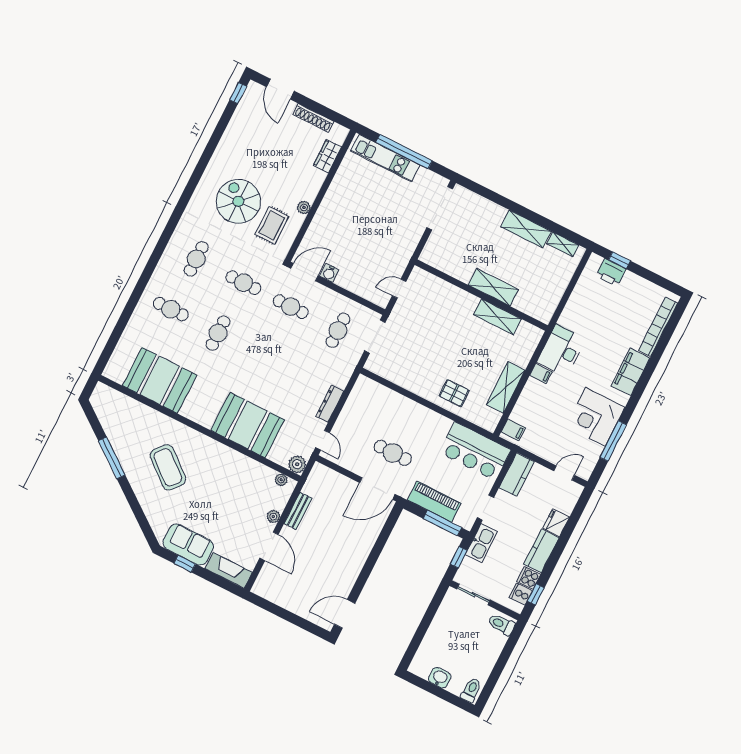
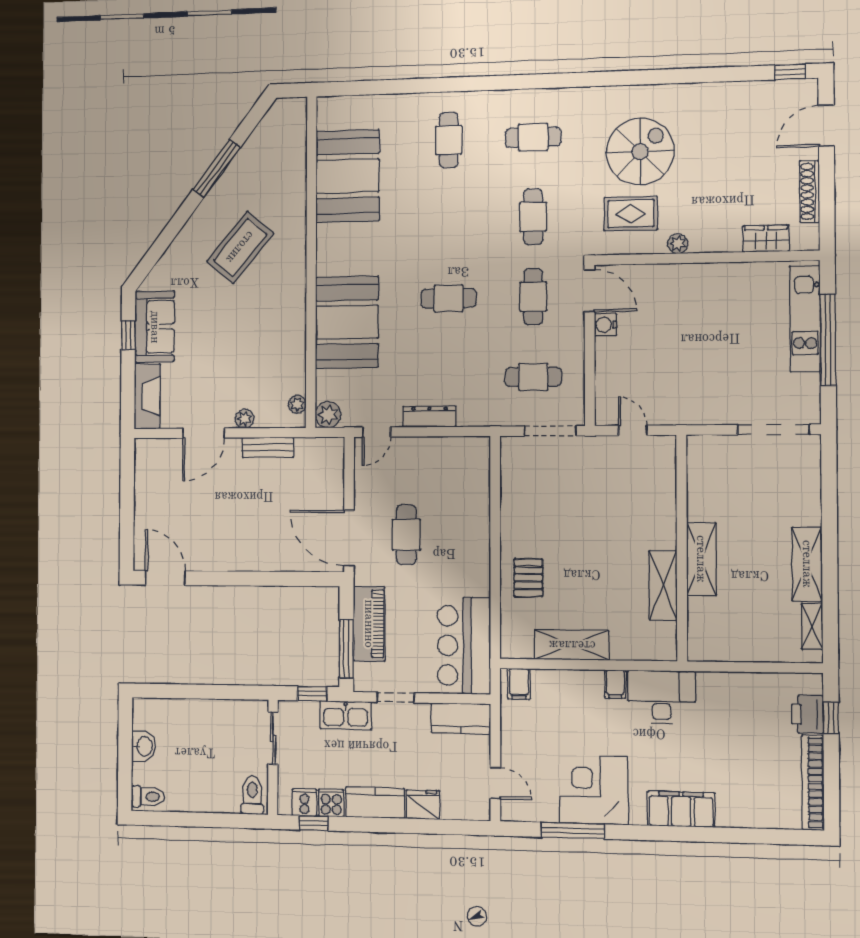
bookcase: (658, 327) -> (813, 783), moved, turned -90
cafe table: (218, 333) -> (449, 298), moved

